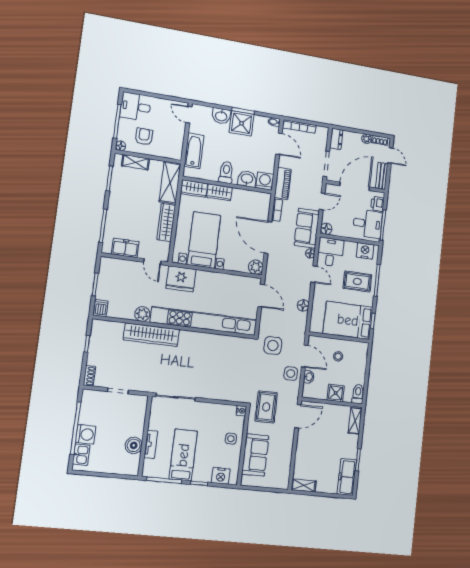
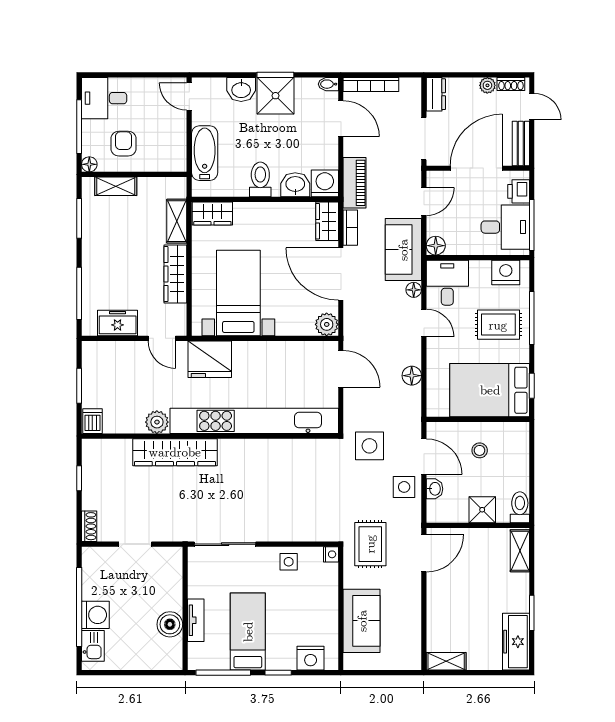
shelving: (170, 183) -> (177, 221), width x0.67, depth x0.75
wardrobe: (219, 192) -> (327, 221), moved, turned 90
side table: (231, 439) -> (289, 562), moved

